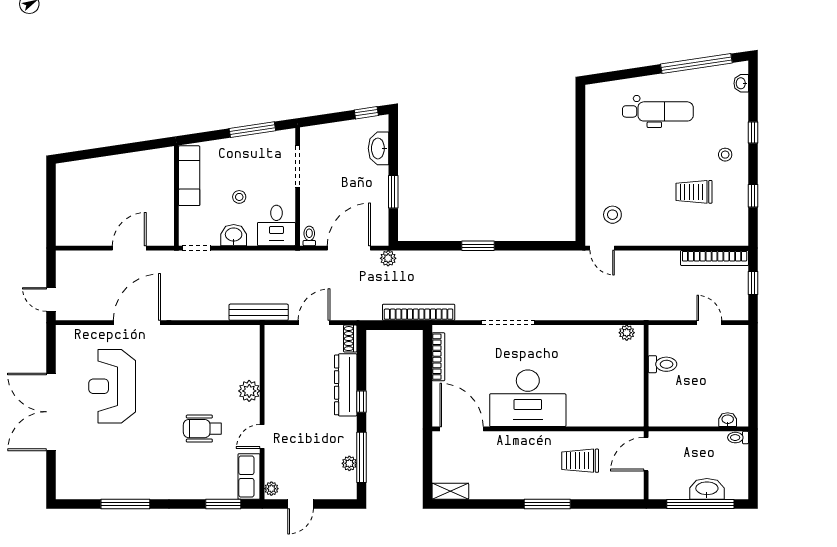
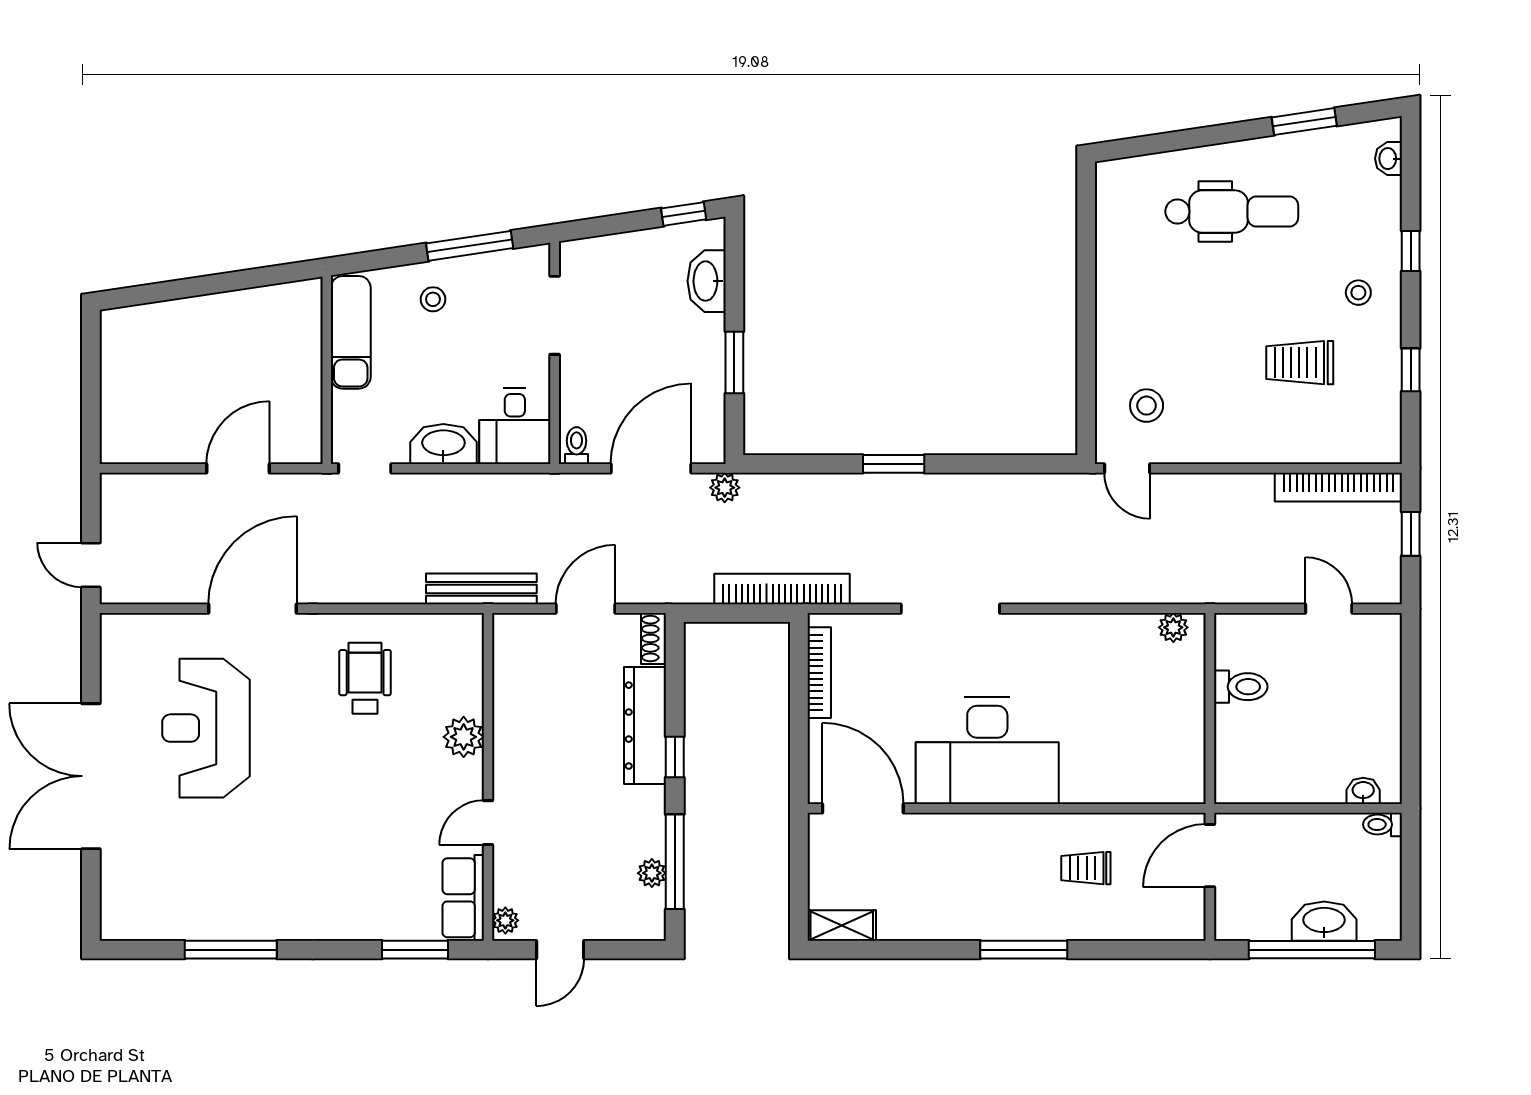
window: (696, 64) -> (1304, 122), width x0.47
stool: (239, 197) -> (433, 299), moved
washbasin: (234, 235) -> (443, 444), width x1.38
wheelchair: (202, 429) -> (365, 678), moved, turned 90
trolley: (580, 461) -> (1086, 868), width x0.73, depth x0.72

